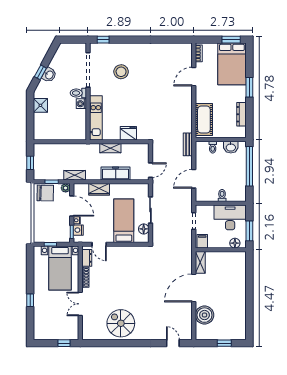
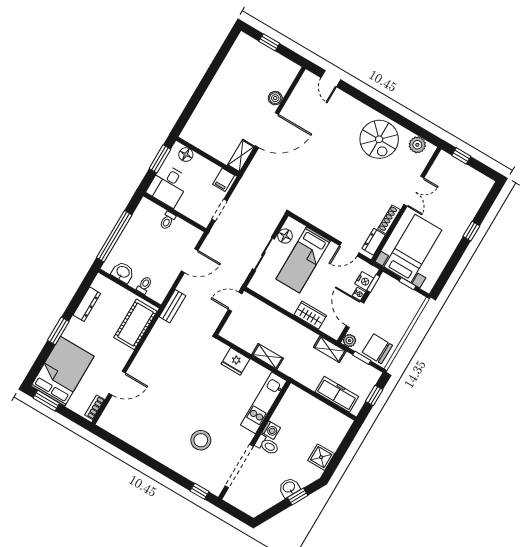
freezer: (116, 173) -> (337, 394), moved, turned 180
desk: (230, 217) -> (168, 186), width x0.73
door: (99, 244) -> (349, 249), swing flipped
boiler: (204, 315) -> (275, 98), width x0.54, depth x0.54
plant: (95, 334) -> (417, 145), added

